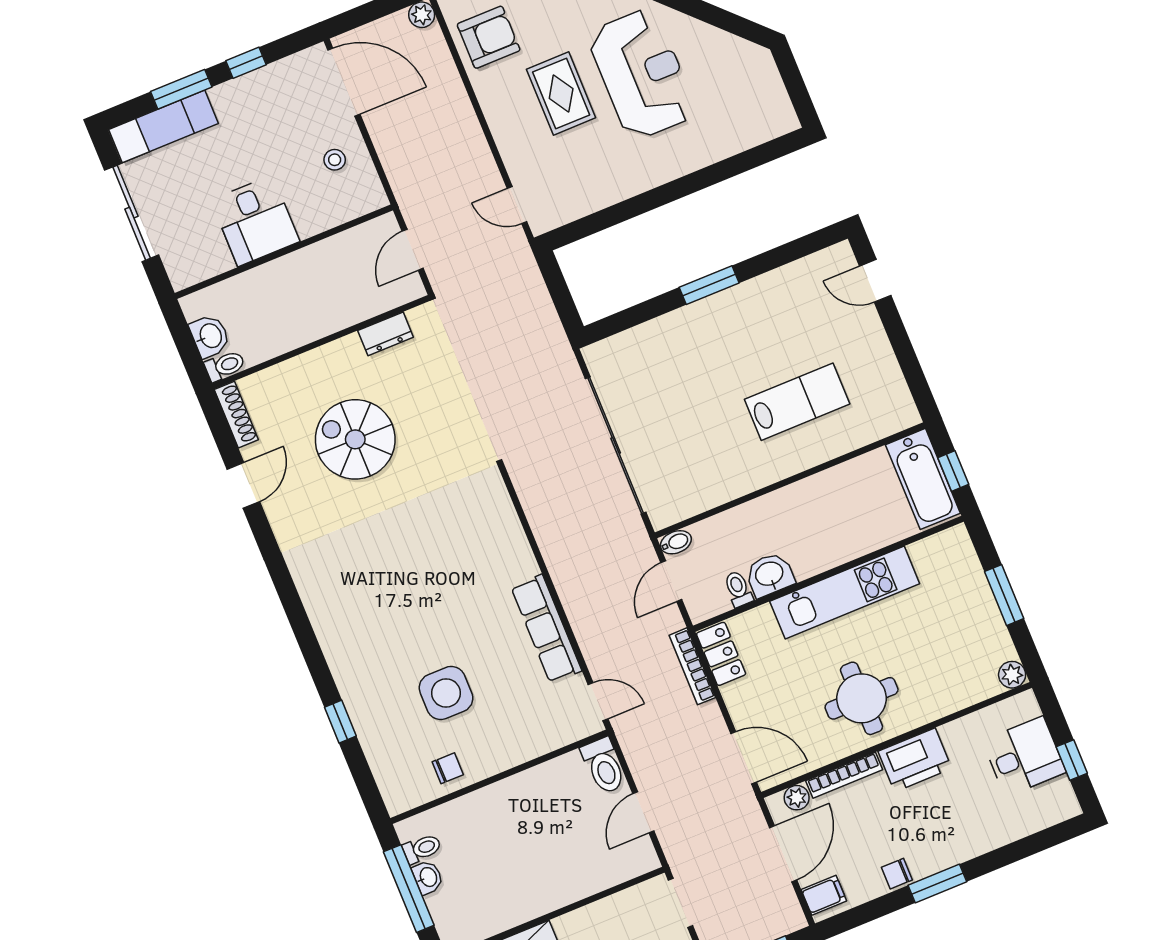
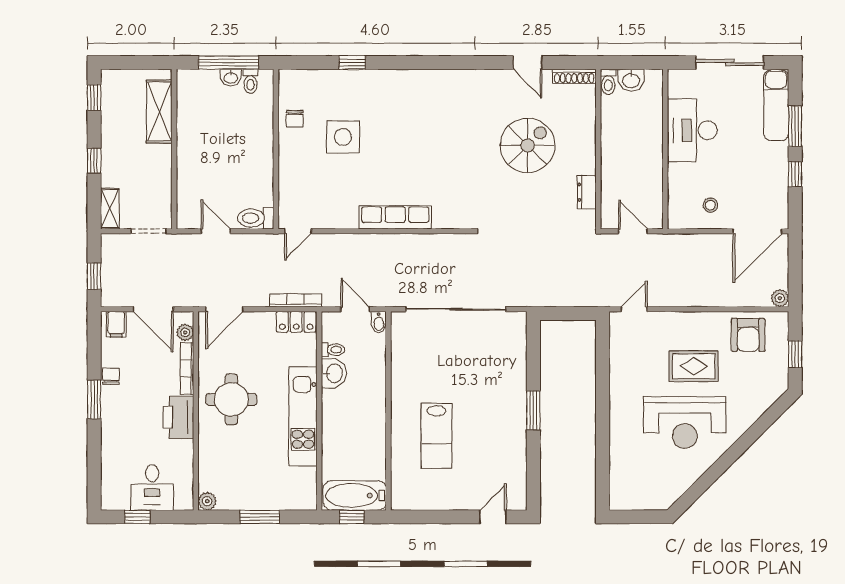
desk: (255, 221) -> (692, 130), width x1.37
row of seats: (546, 629) -> (395, 217), moved

